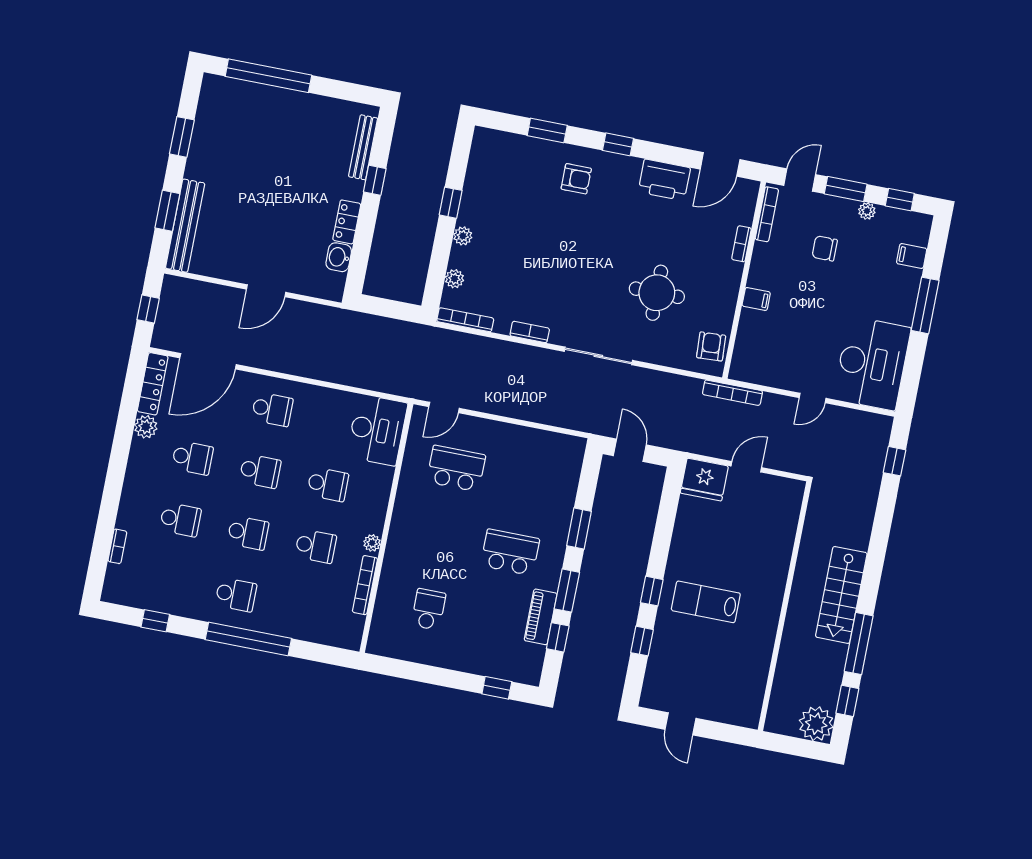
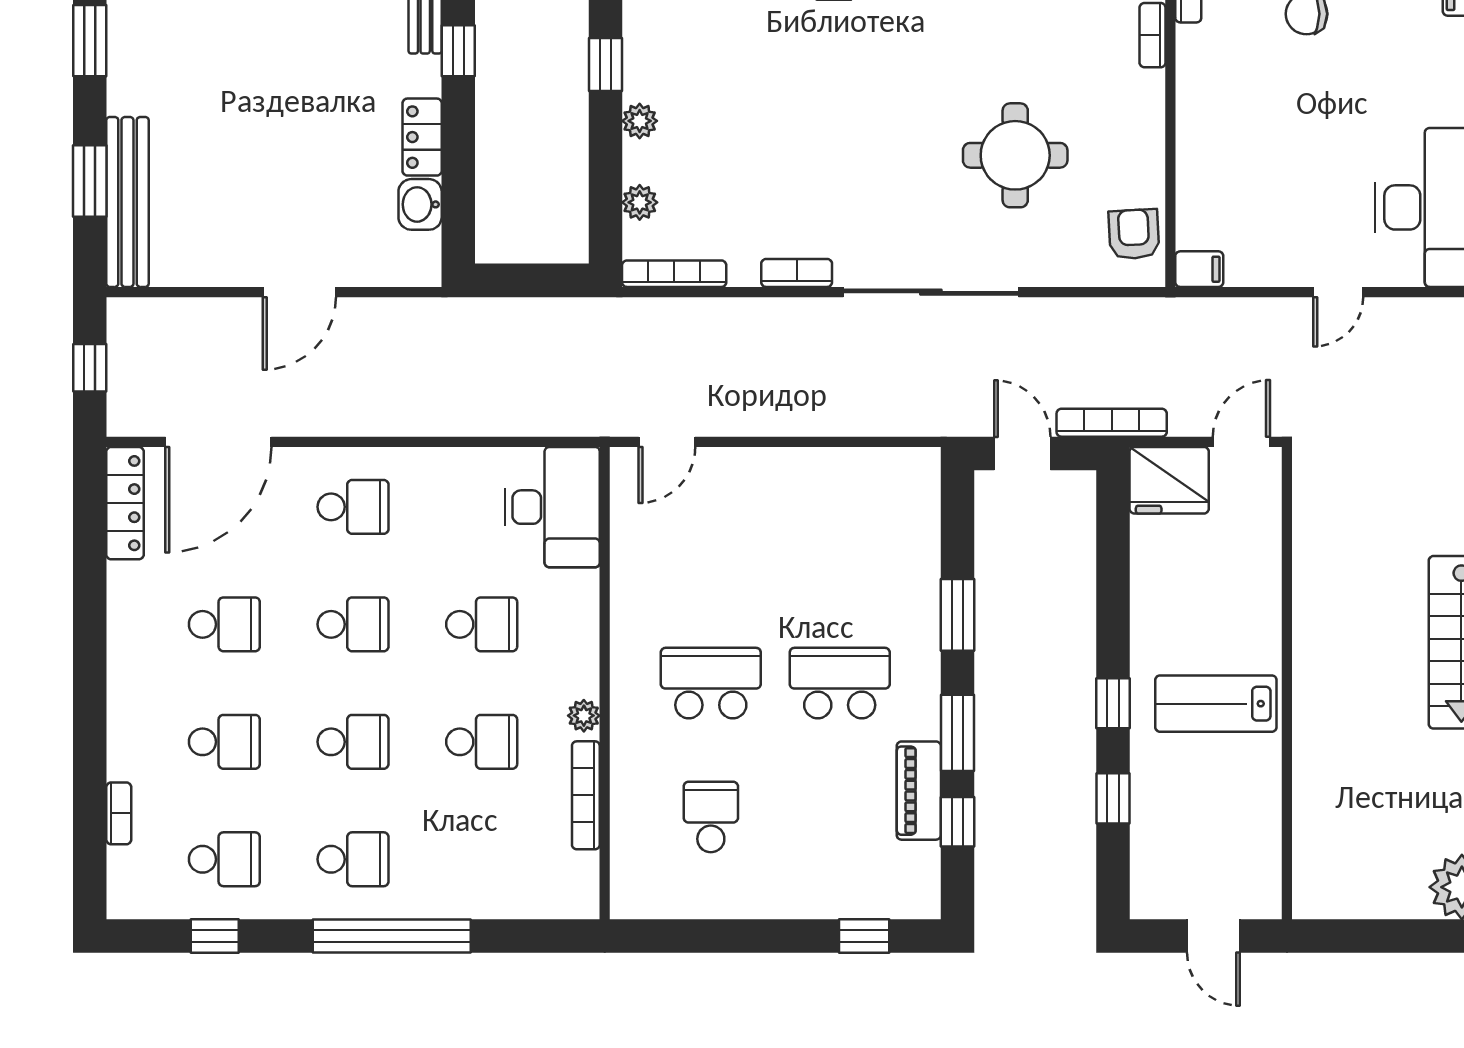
filing cabinet: (756, 299) -> (1199, 269), moved
sliding door: (598, 356) -> (931, 292), width x1.36
bookcase: (732, 393) -> (1112, 423), moved, turned 180
plant: (146, 427) -> (128, 584), removed
school desk: (456, 468) -> (711, 683), moved
school desk: (168, 581) -> (224, 859), added
wall: (785, 606) -> (1287, 683), moved

